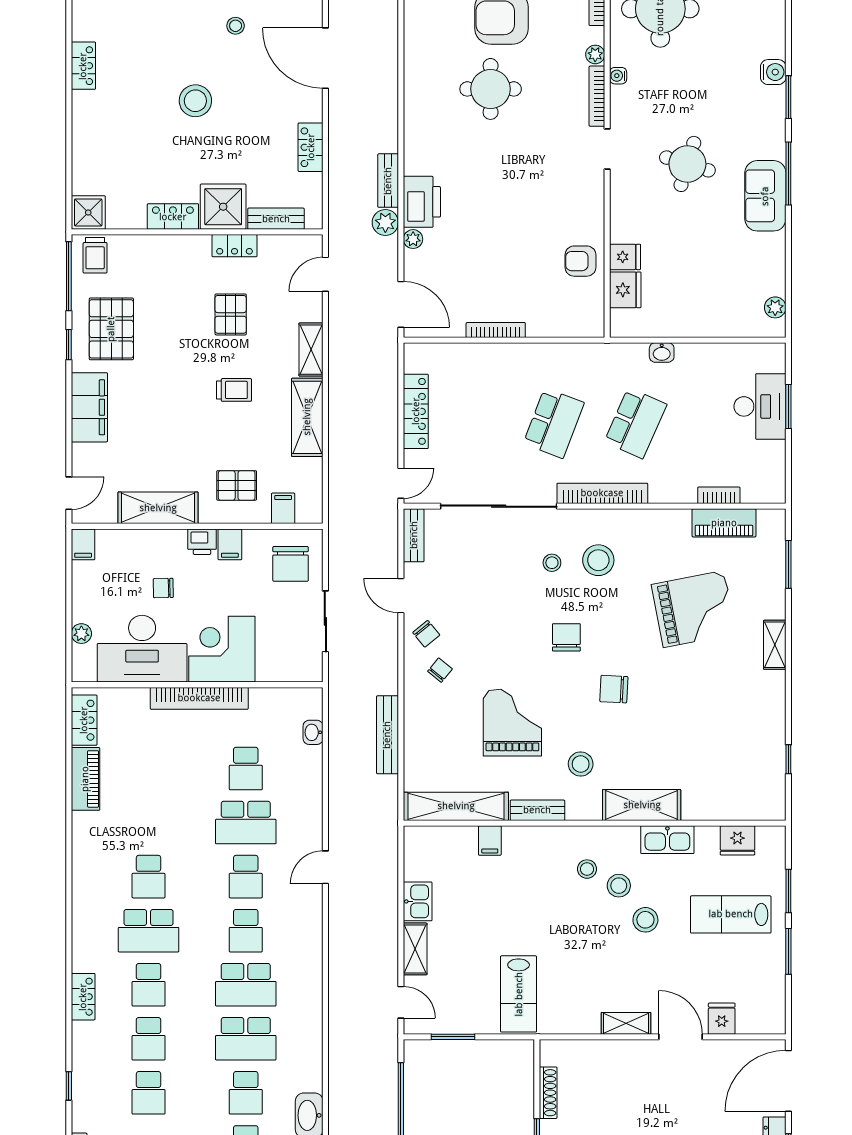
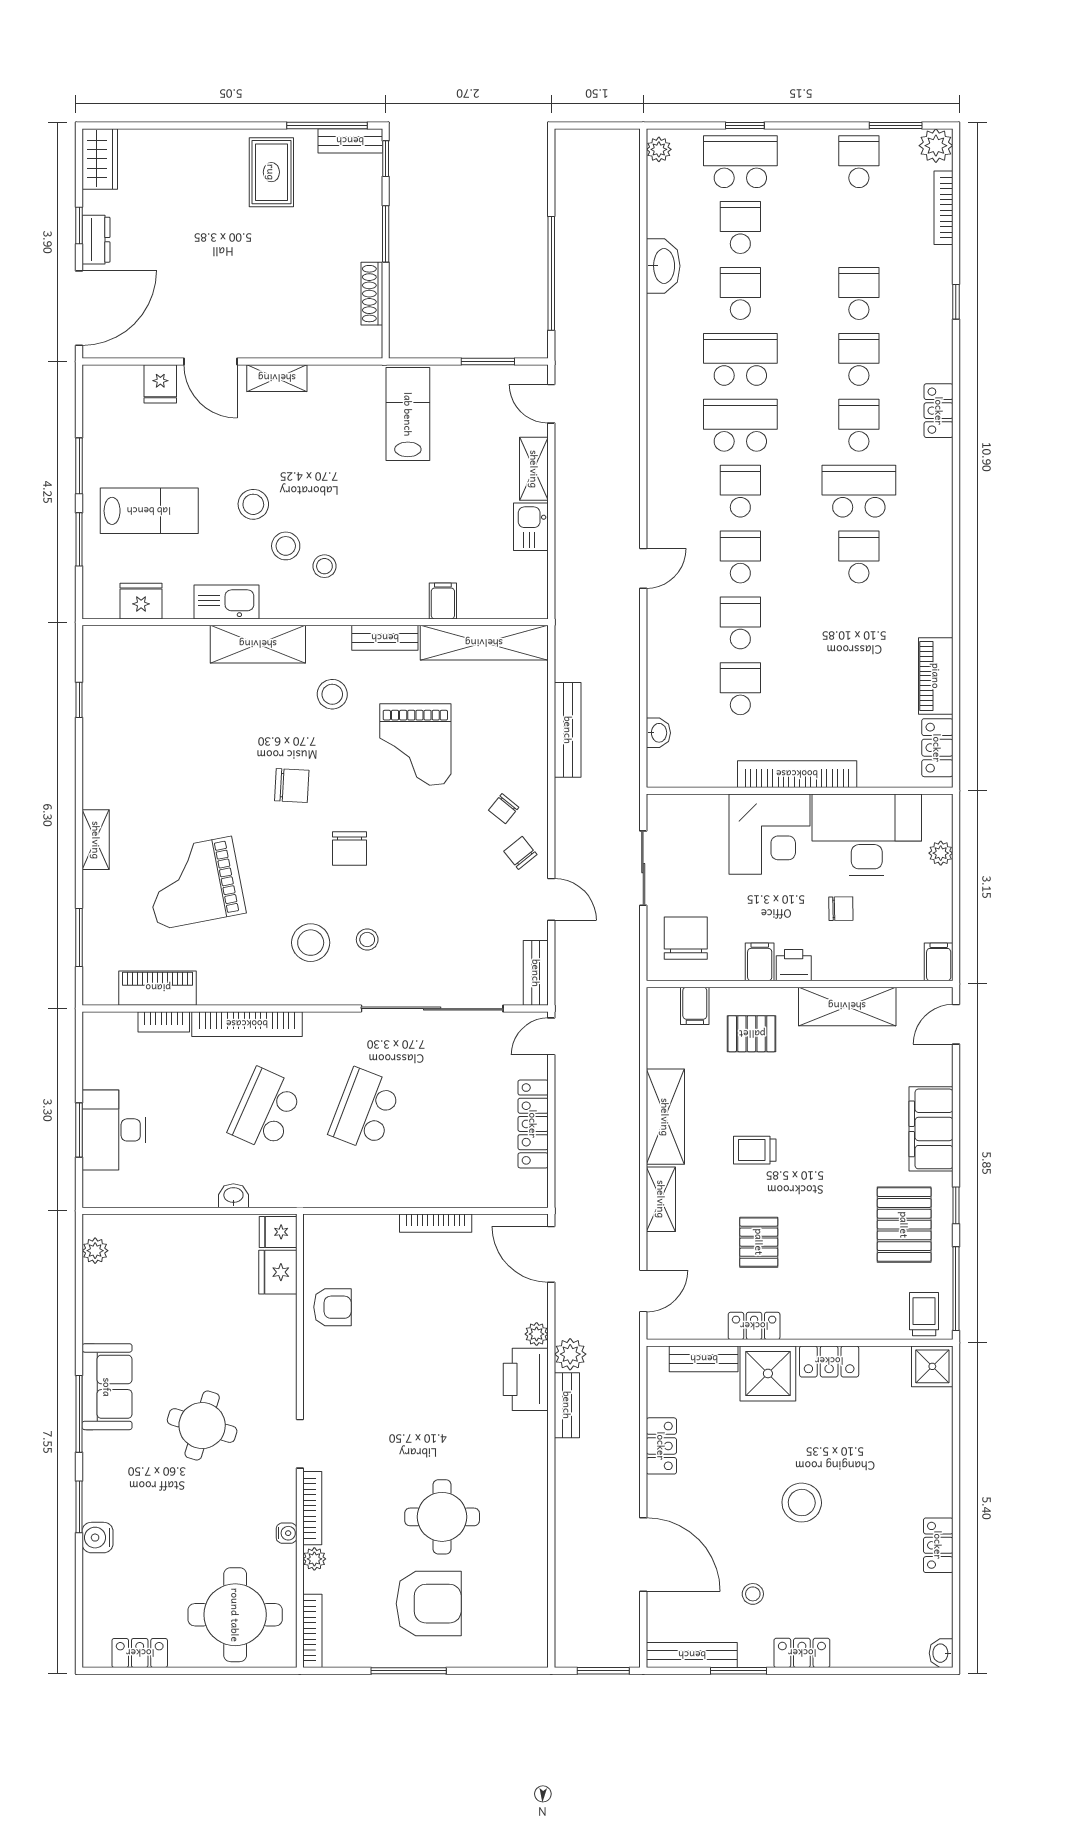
fridge: (625, 257) -> (278, 1232), moved
bookcase: (602, 493) -> (247, 1024), moved
school desk: (246, 823) -> (740, 623), width x0.54

